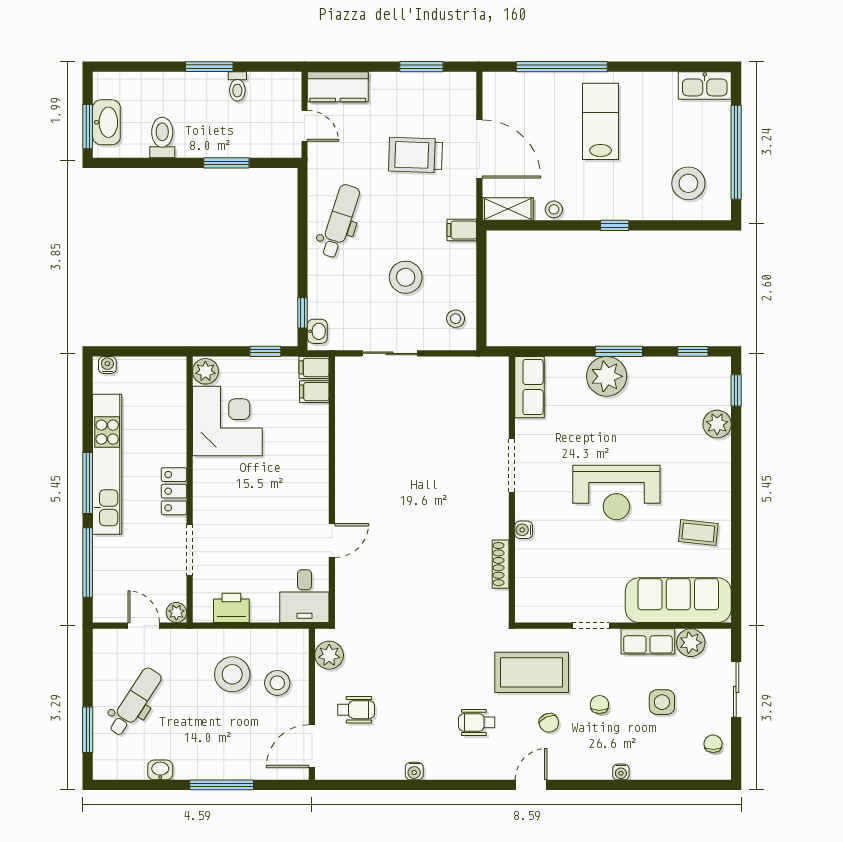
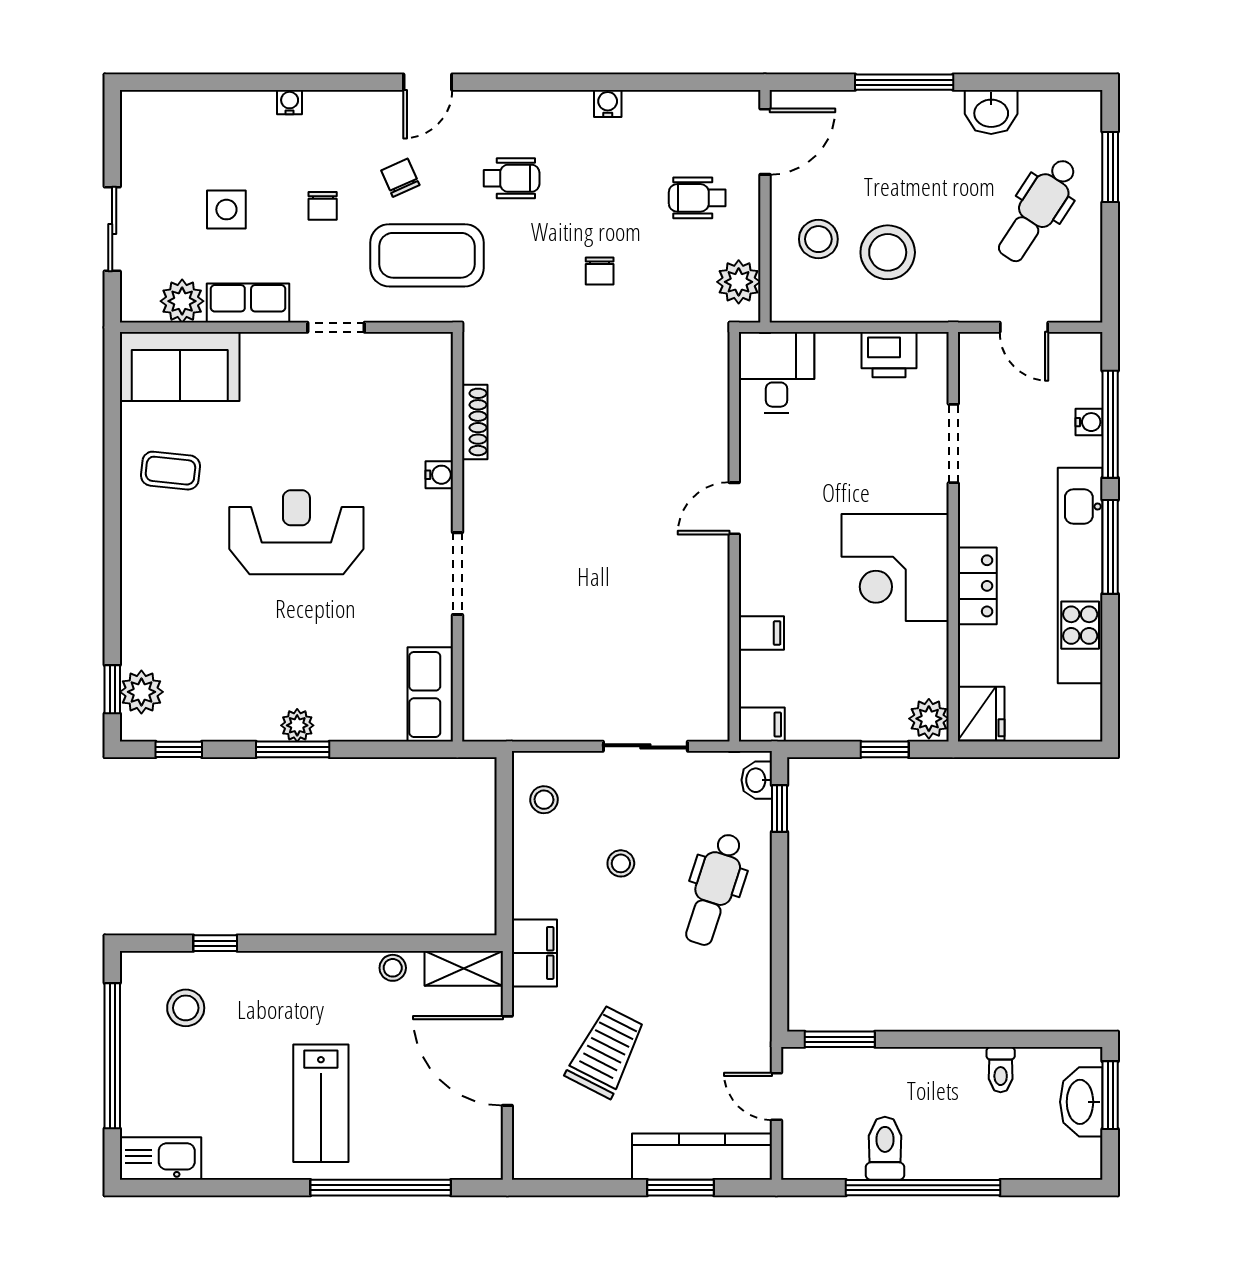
window: (209, 67) -> (923, 1188), width x2.11
window: (421, 67) -> (681, 1188), moved
toilet: (237, 86) -> (885, 1148), width x1.37, depth x1.39
kitchen counter: (338, 87) -> (702, 1157), width x1.50
toilet: (162, 138) -> (1001, 1070), width x0.73, depth x0.72
trolley: (415, 155) -> (606, 1051), turned -65
window: (226, 163) -> (840, 1039), moved
stool: (688, 183) -> (186, 1008), width x0.73, depth x0.73
dental chair: (340, 221) -> (714, 889), moved
window: (615, 225) -> (215, 943), moved
filing cabinet: (462, 230) -> (534, 953), width x2.00
stool: (406, 277) -> (621, 863), width x0.53, depth x0.53
window: (265, 351) -> (885, 749), moved
water cooler: (107, 365) -> (1089, 422), moved, turned -90
fridge: (172, 375) -> (981, 714), added
plant: (607, 376) -> (297, 725), width x0.53, depth x0.53
filing cabinet: (314, 392) -> (761, 633), moved
corner desk: (227, 421) -> (895, 567), moved
plant: (717, 424) -> (141, 692), moved
locker: (174, 491) -> (977, 586), moved
door: (332, 540) -> (734, 508), moved
sofa: (678, 600) -> (180, 367), width x0.73
plant: (176, 612) -> (974, 348), removed
chair: (713, 744) -> (600, 271), moved
washbasin: (160, 770) -> (991, 112), width x1.38, depth x1.45

